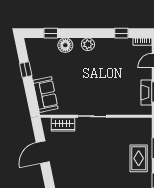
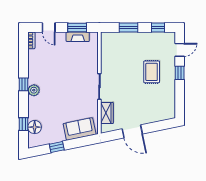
window: (121, 33) -> (24, 84), moved
floor lamp: (65, 45) -> (35, 127), moved
rug: (139, 158) -> (152, 72), moved, turned 90

